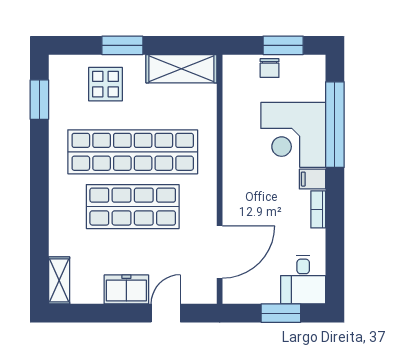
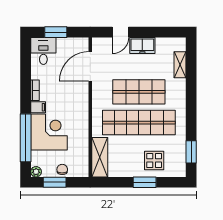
plant: (316, 64) -> (36, 172), added
shelving: (181, 69) -> (100, 157), moved, turned 90
shelving: (59, 280) -> (180, 65), moved

